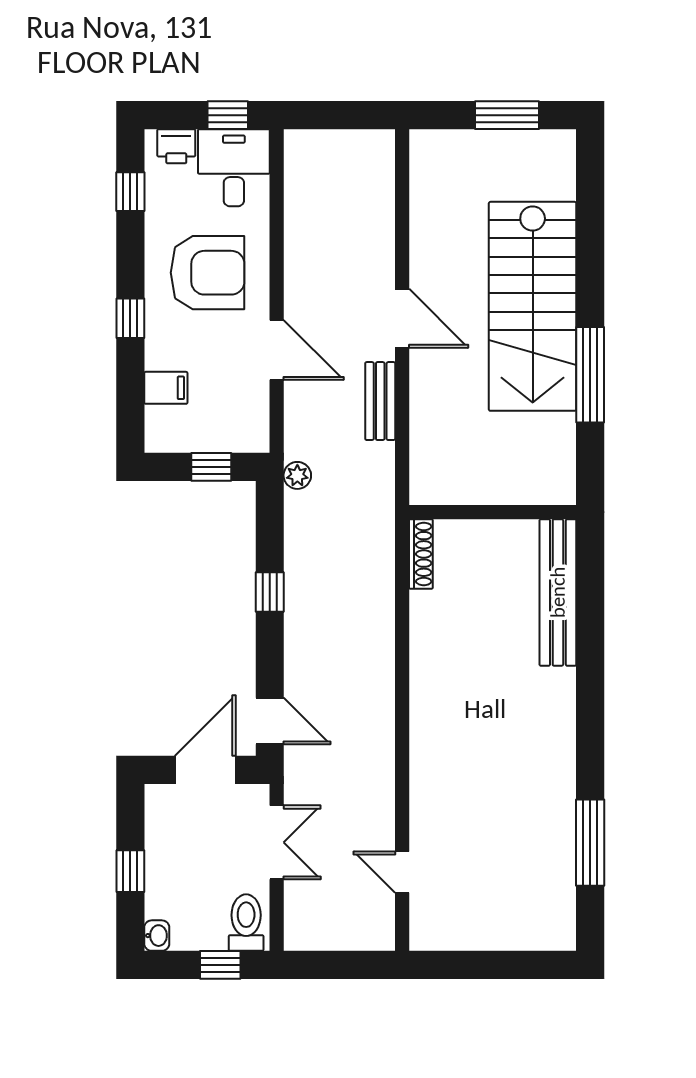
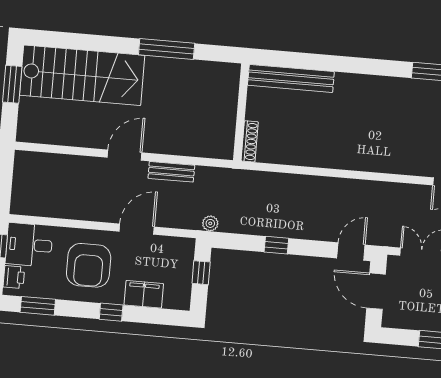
window: (130, 192) -> (38, 306), width x1.50
armchair: (208, 273) -> (89, 265), turned 180
stairs: (533, 306) -> (82, 75), moved
filing cabinet: (166, 388) -> (144, 294), width x2.00
shoe rack: (421, 554) -> (250, 141), moved, turned 90

